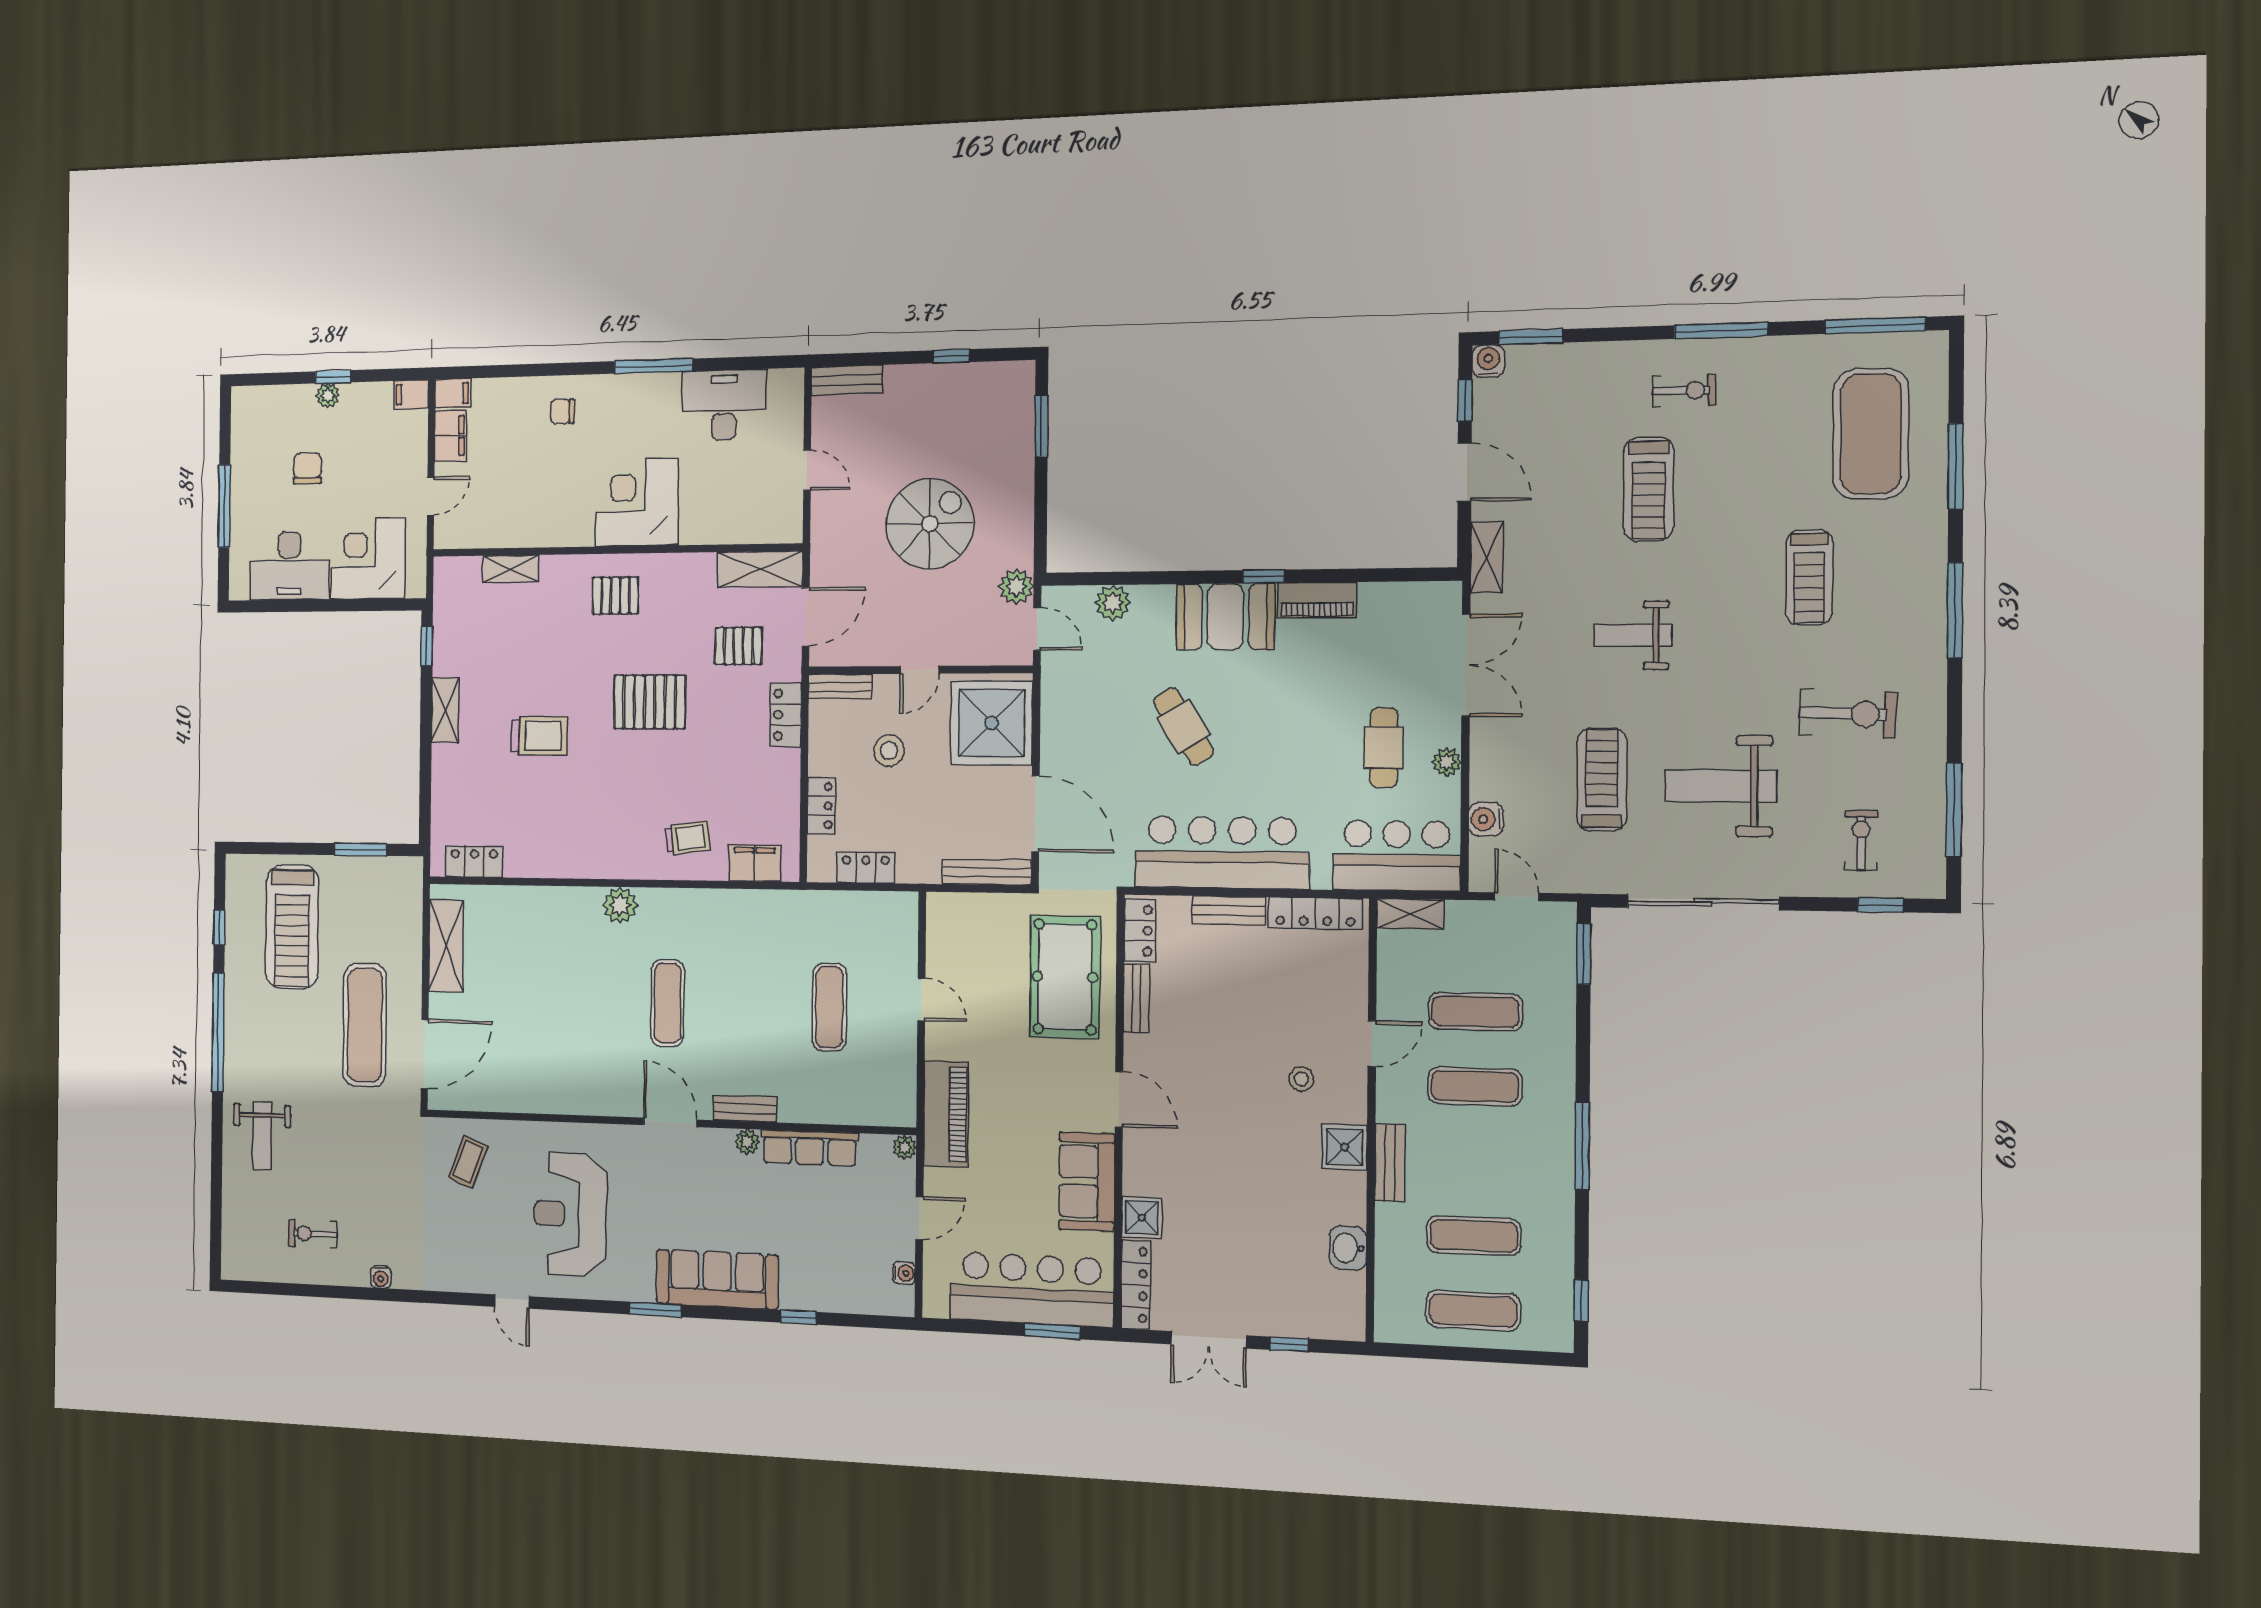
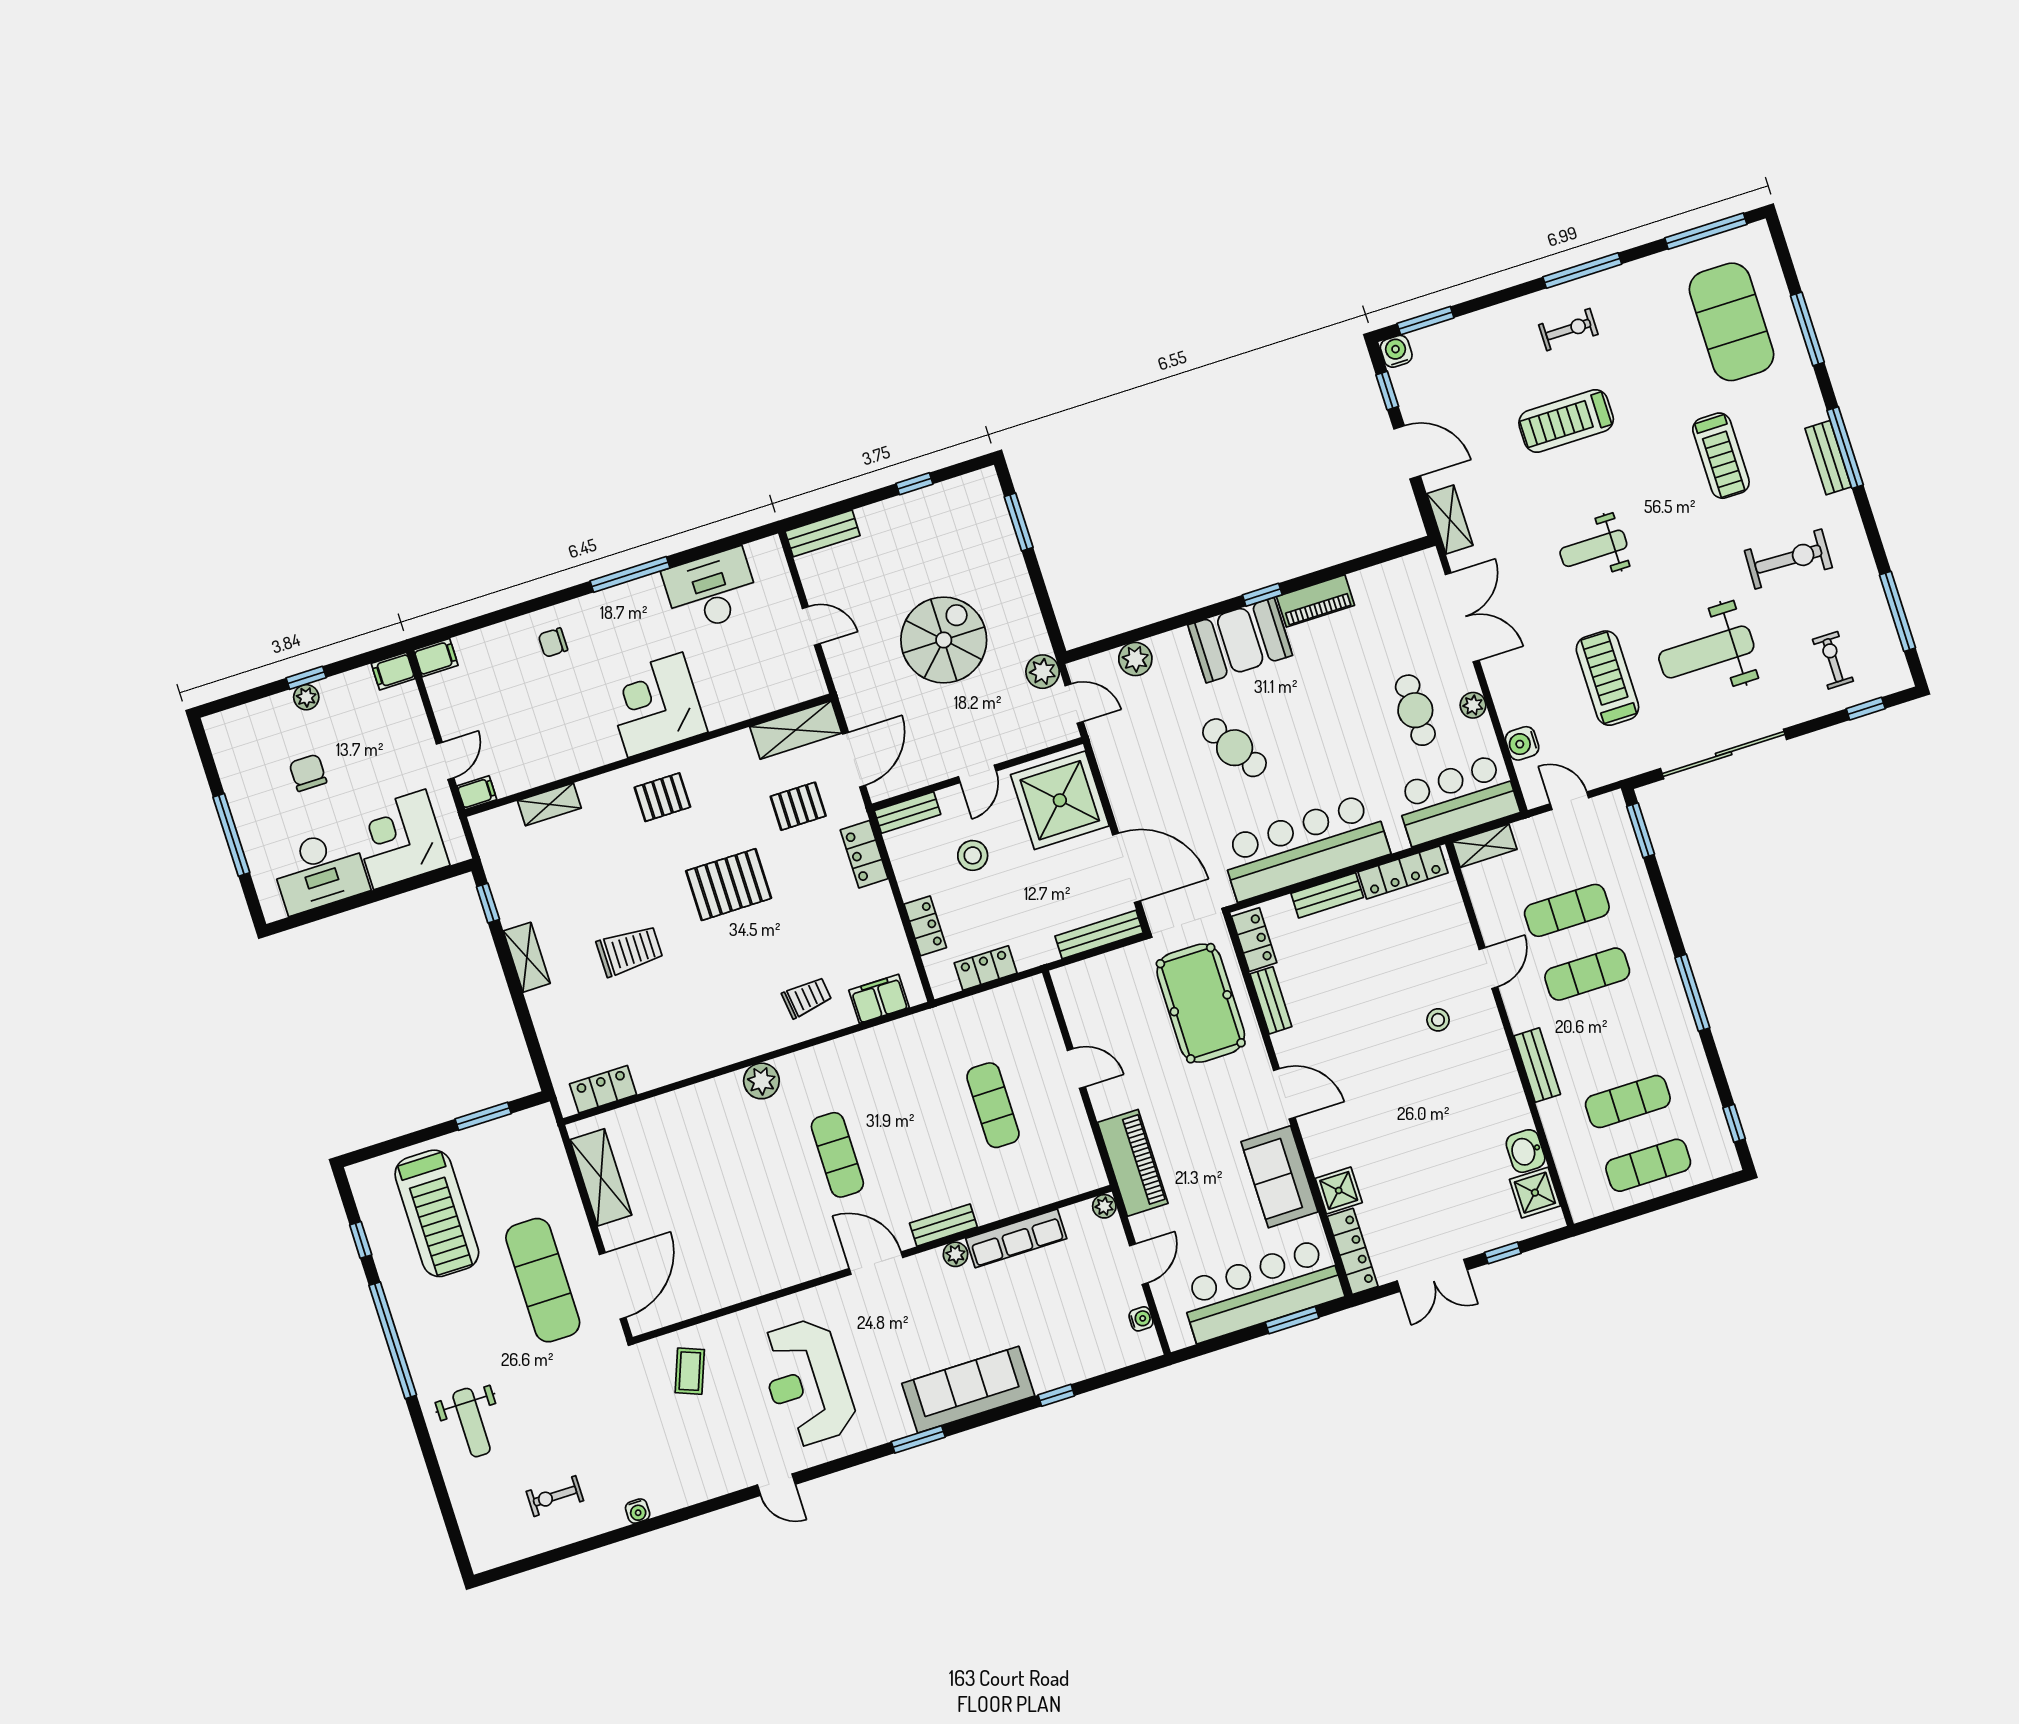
filing cabinet: (451, 436) -> (477, 793), moved, width x0.50
treadmill: (1648, 489) -> (1566, 421), turned 90
bench: (1931, 616) -> (1828, 458), added
shower: (1345, 1147) -> (1535, 1193), moved

